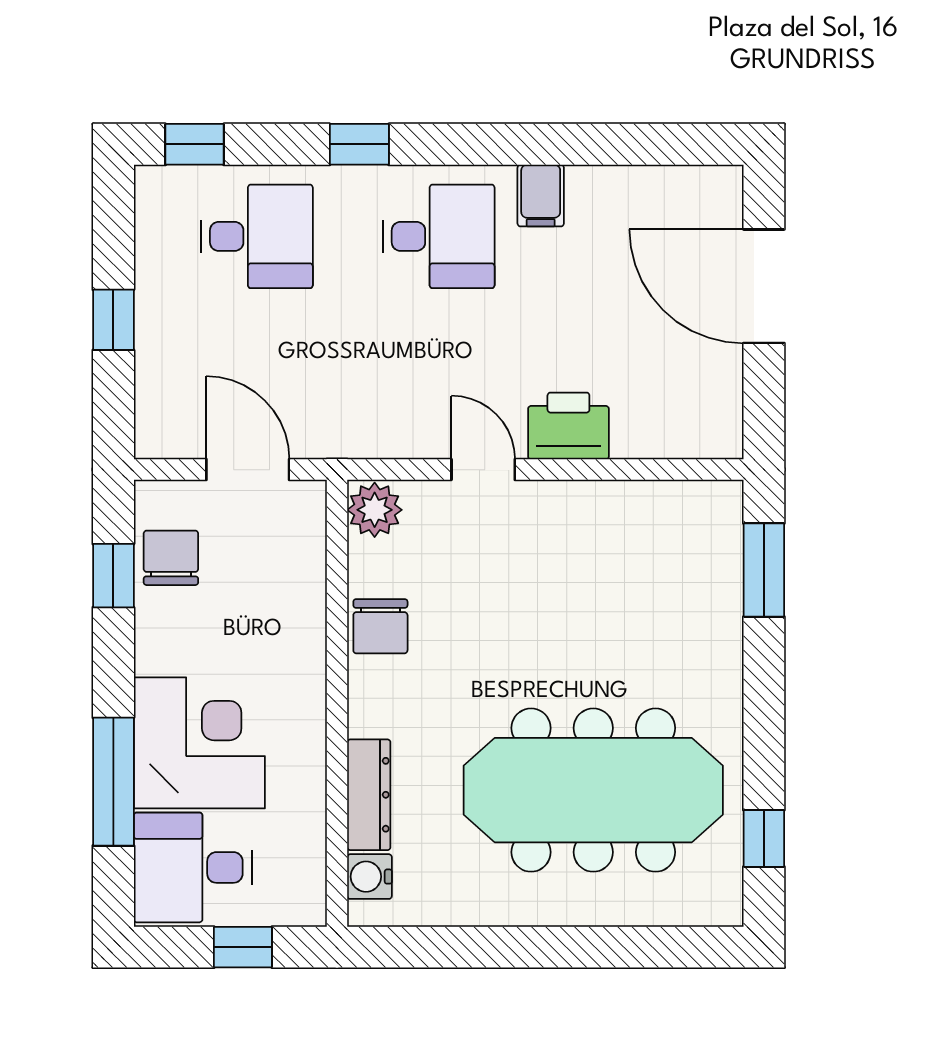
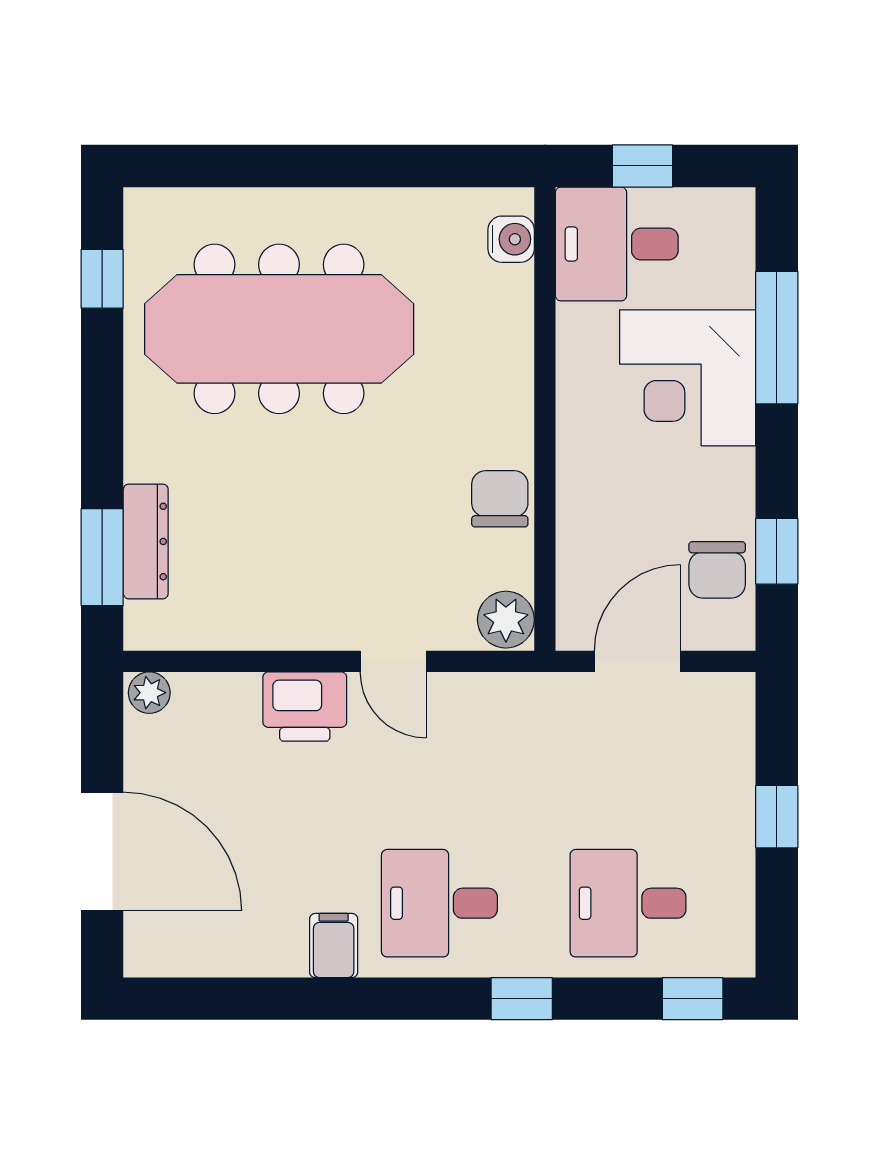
plant: (718, 439) -> (149, 693), added
door: (248, 470) -> (637, 661), swing flipped
dresser: (369, 795) -> (146, 541), moved, turned 180
desk: (193, 867) -> (617, 244), moved, turned 180

